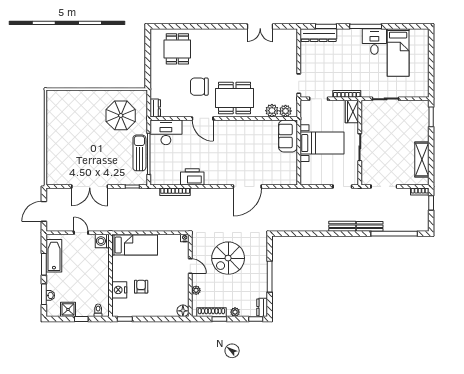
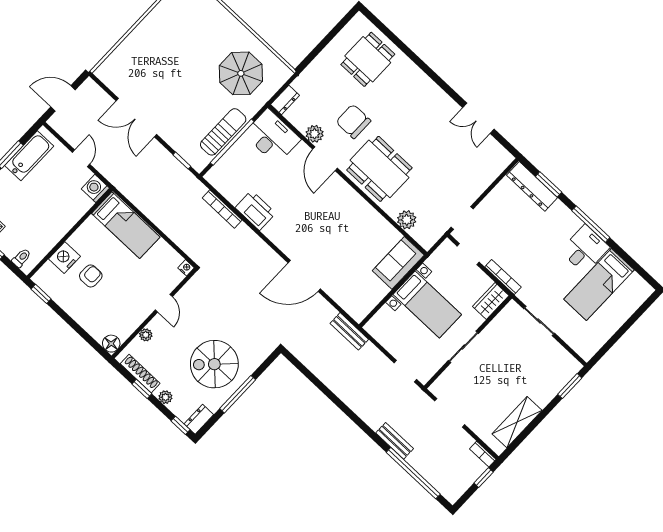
plant: (285, 111) -> (315, 134), moved
bench: (342, 226) -> (349, 331), moved
spiral stairs: (228, 258) -> (214, 364), moved

